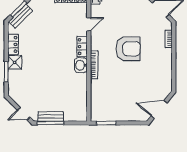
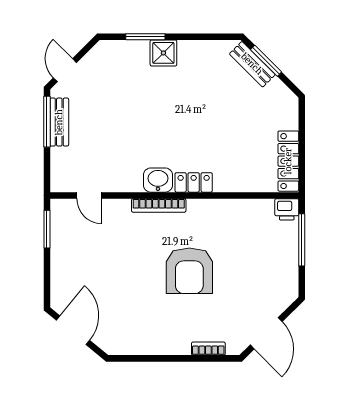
door: (89, 24) -> (89, 195), moved
locker: (13, 44) -> (198, 50), removed

